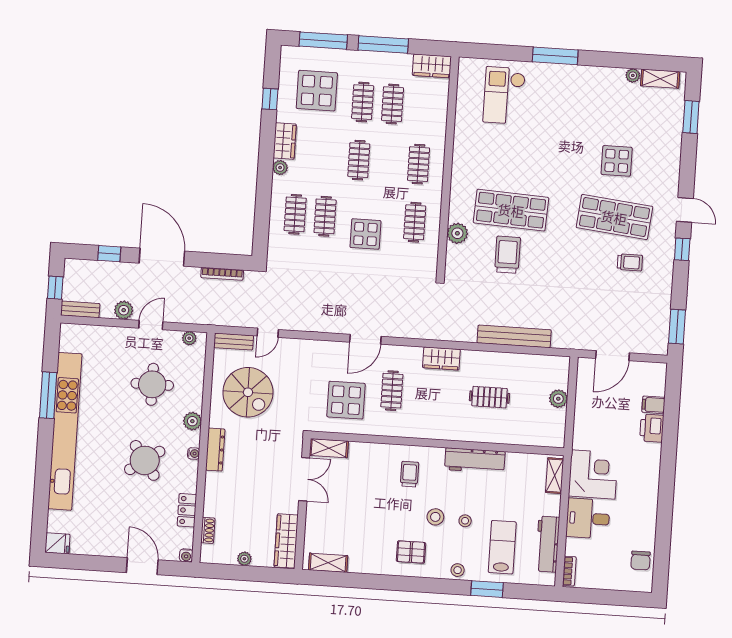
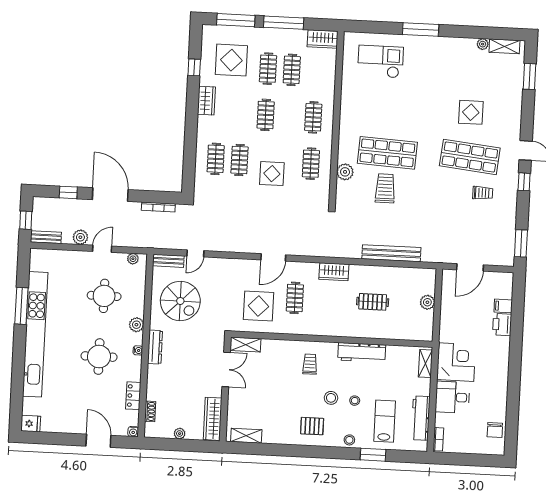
checkout: (504, 95) -> (380, 62), turned 90
plant: (280, 168) -> (203, 122), removed
round table: (145, 460) -> (99, 357), turned 35

